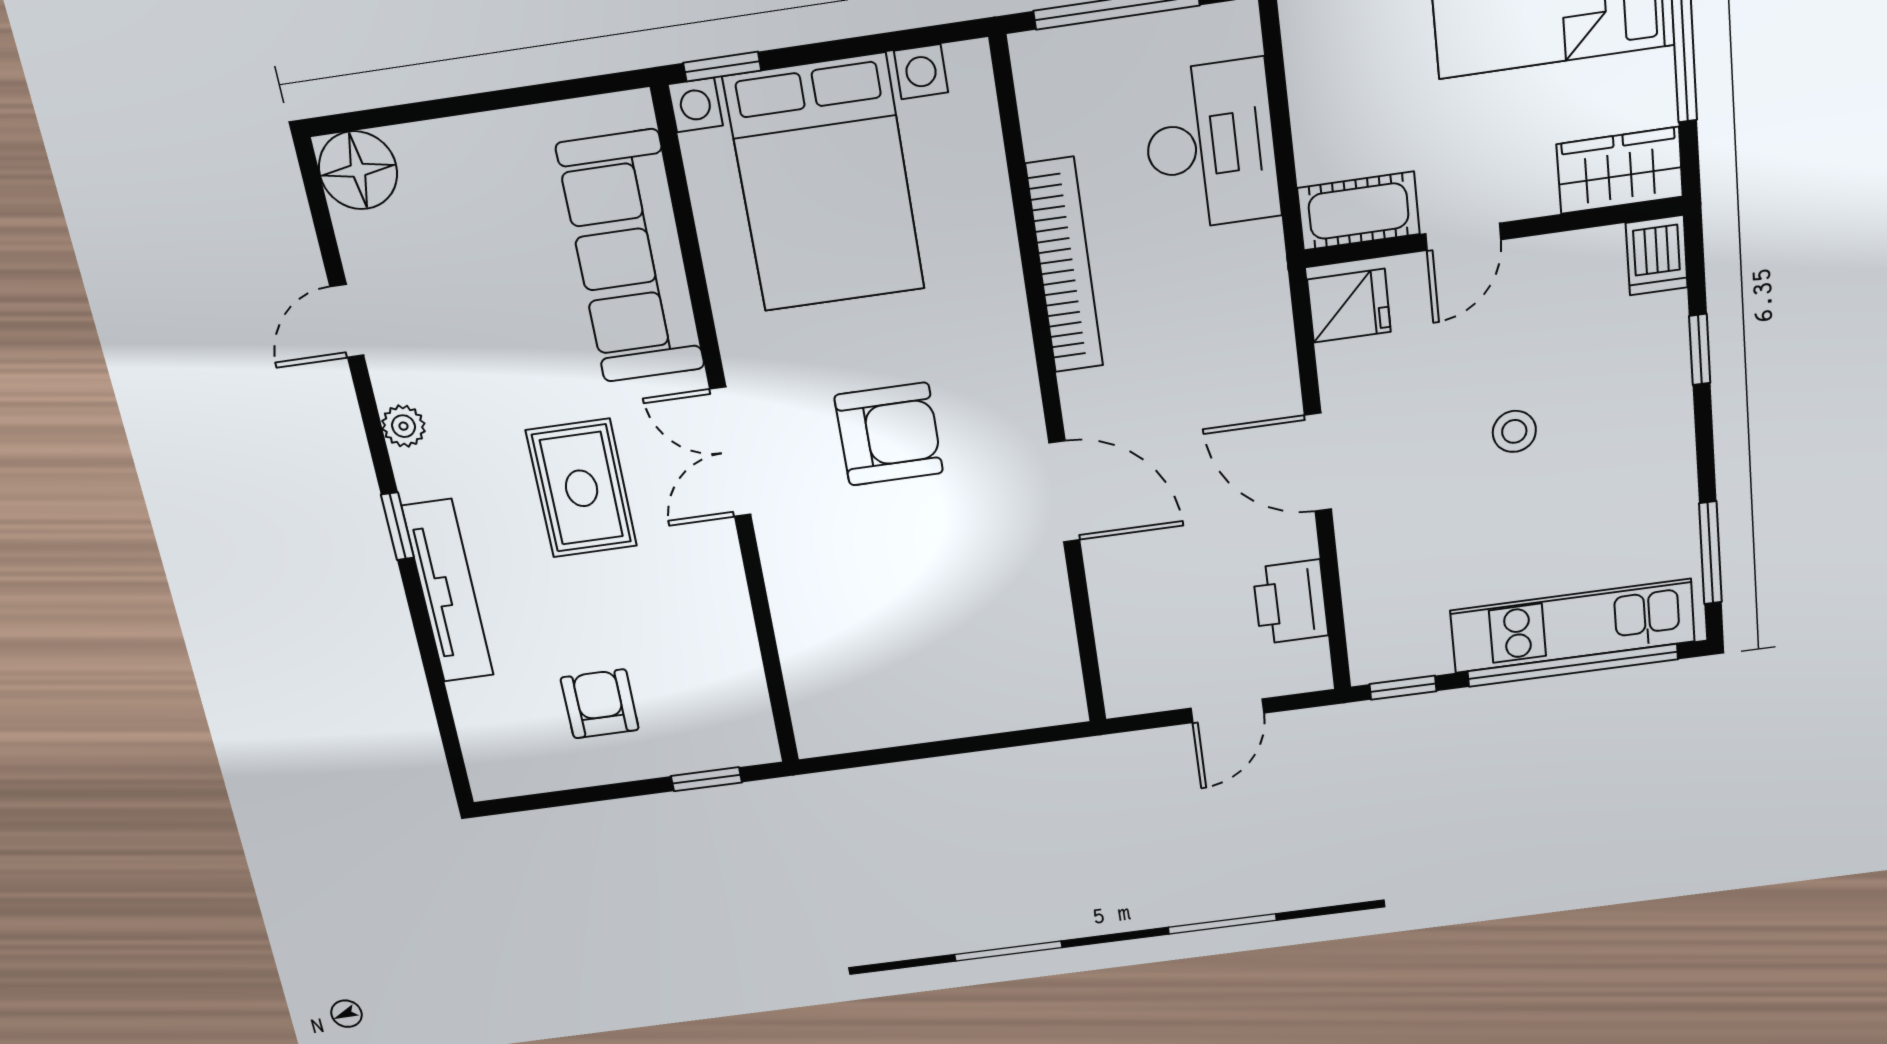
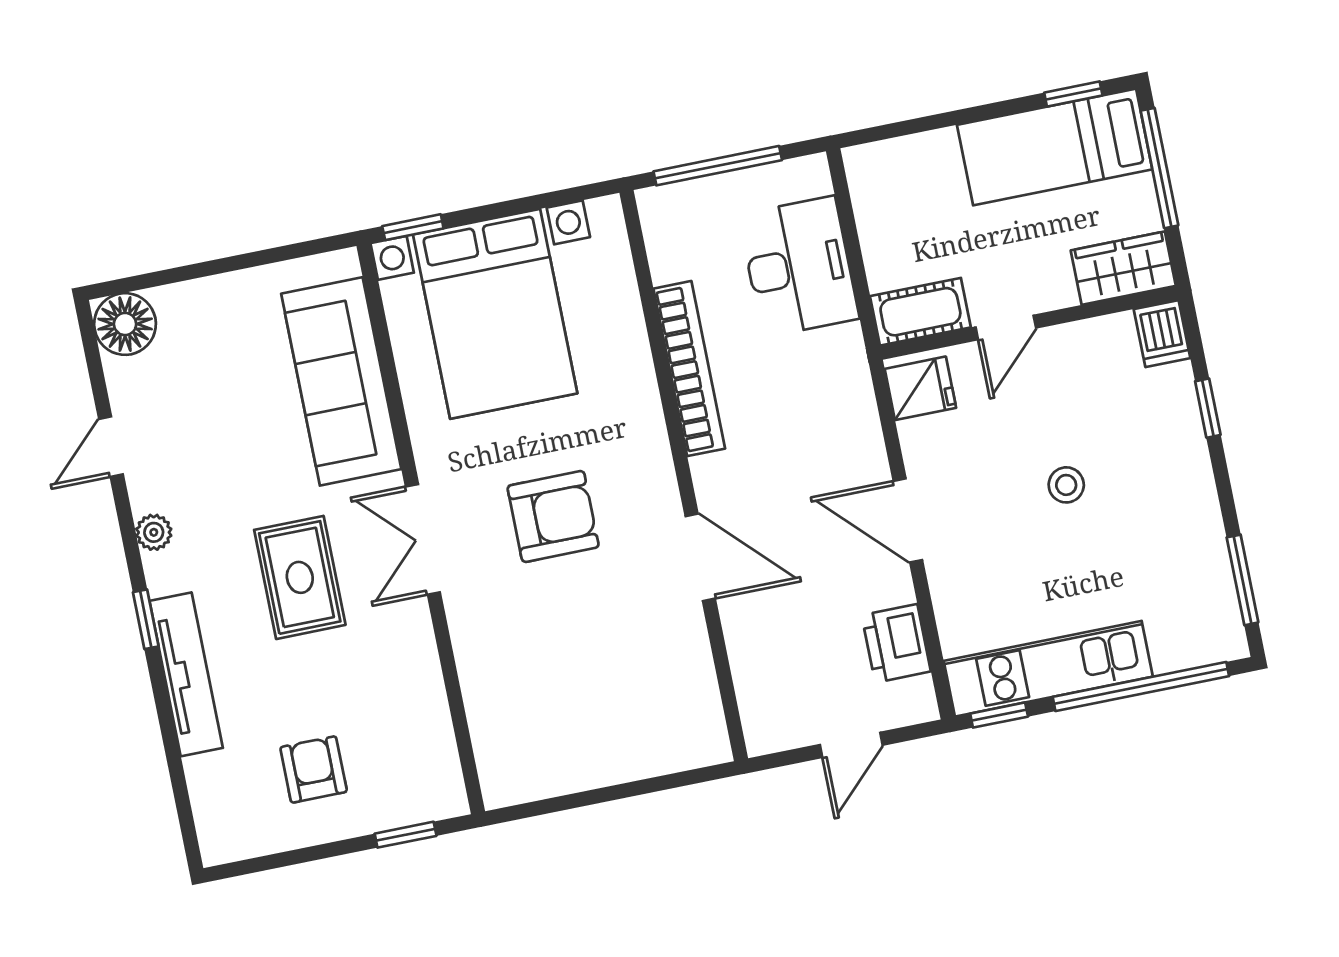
kitchen unit: (1573, 626) -> (1048, 669), moved

